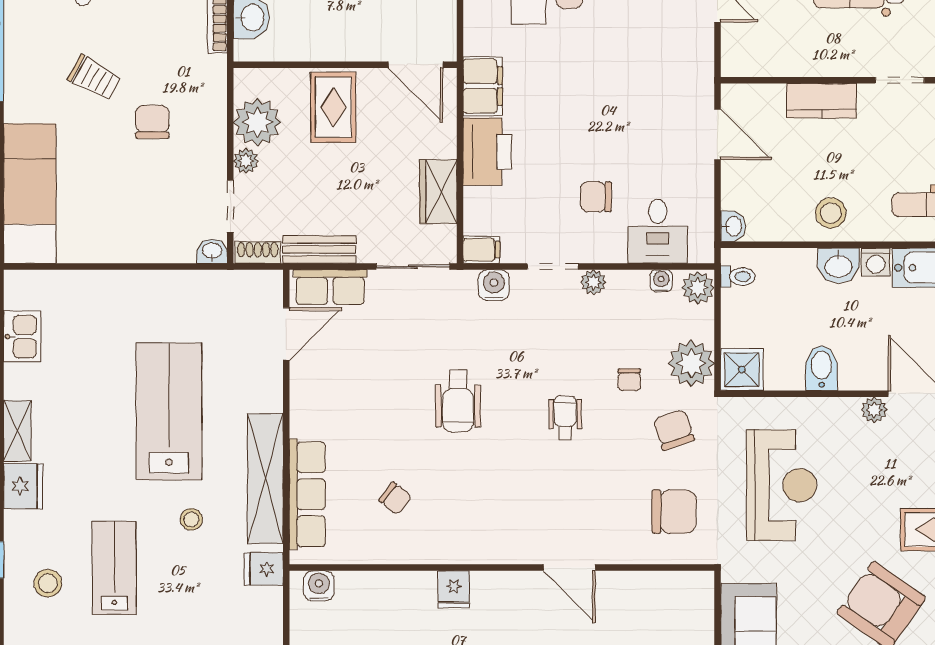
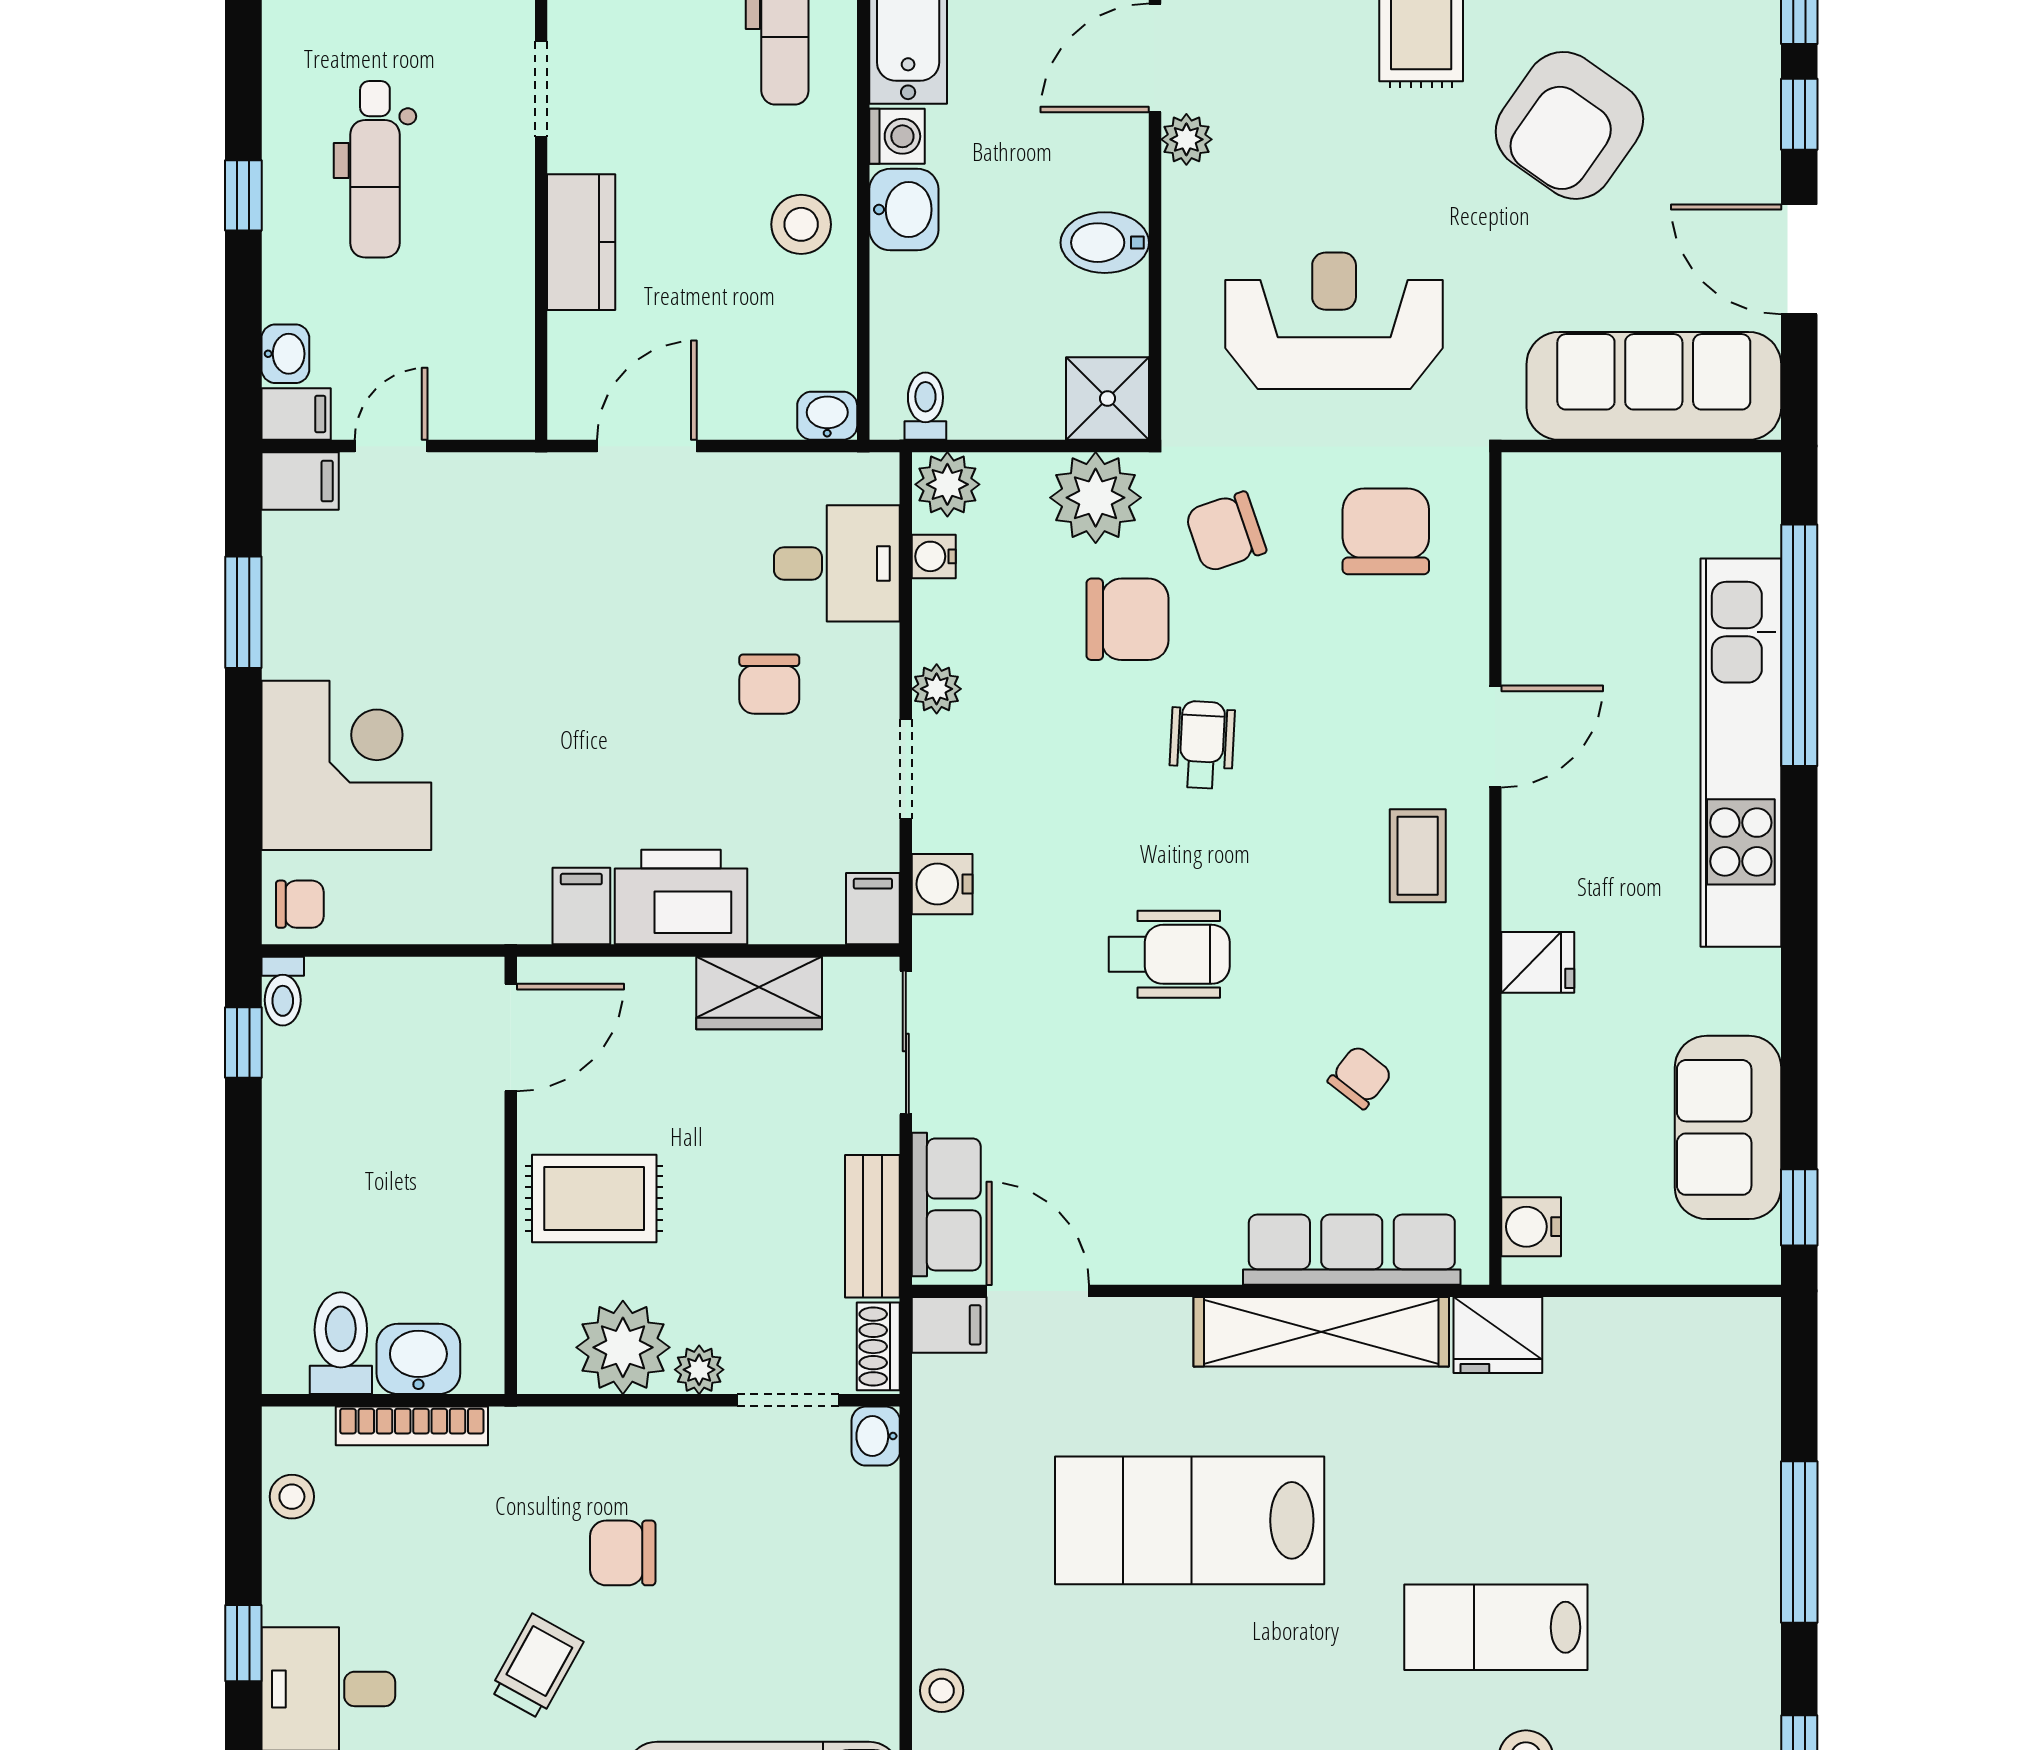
filing cabinet: (483, 86) -> (581, 906), width x0.50
filing cabinet: (269, 289) -> (949, 1325), added
chair: (629, 380) -> (1128, 619), width x1.87, depth x1.87
wheelchair: (565, 418) -> (1202, 745), turned 93
stool: (191, 519) -> (942, 1691), moved
coffee table: (508, 528) -> (1418, 856), added
fridge: (264, 569) -> (1498, 1335), width x1.38

